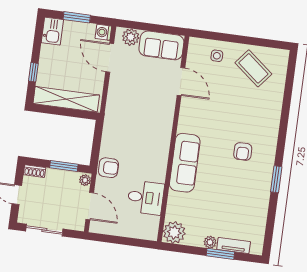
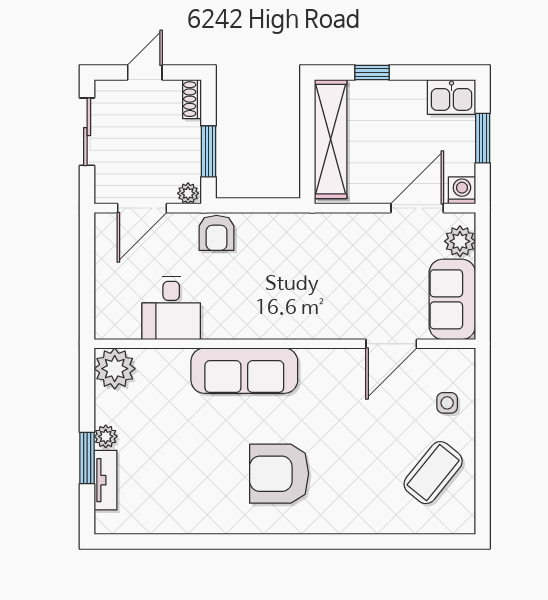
armchair: (243, 151) -> (279, 474), width x1.88, depth x1.88
window: (276, 179) -> (237, 542), removed

